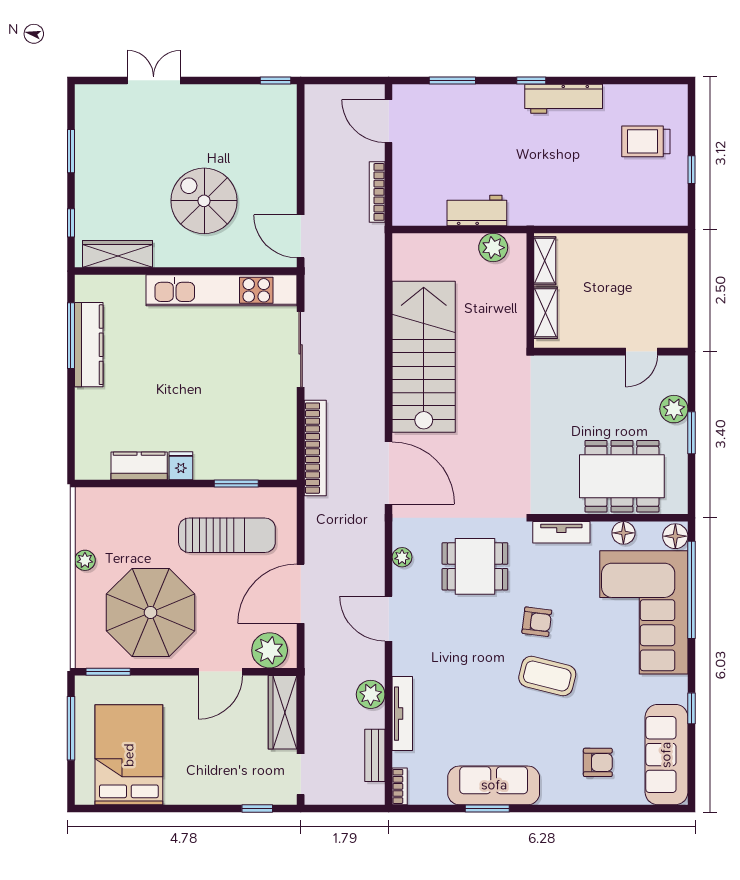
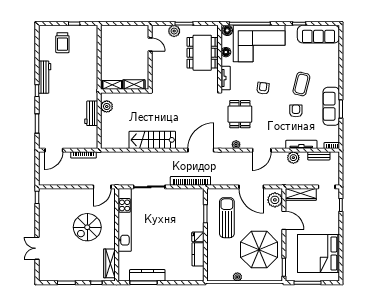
stairs: (424, 357) -> (152, 140), width x0.73, depth x0.66
coffee table: (547, 676) -> (301, 84), moved
bed: (129, 755) -> (319, 253), width x1.36
armchair: (598, 762) -> (296, 111), moved

